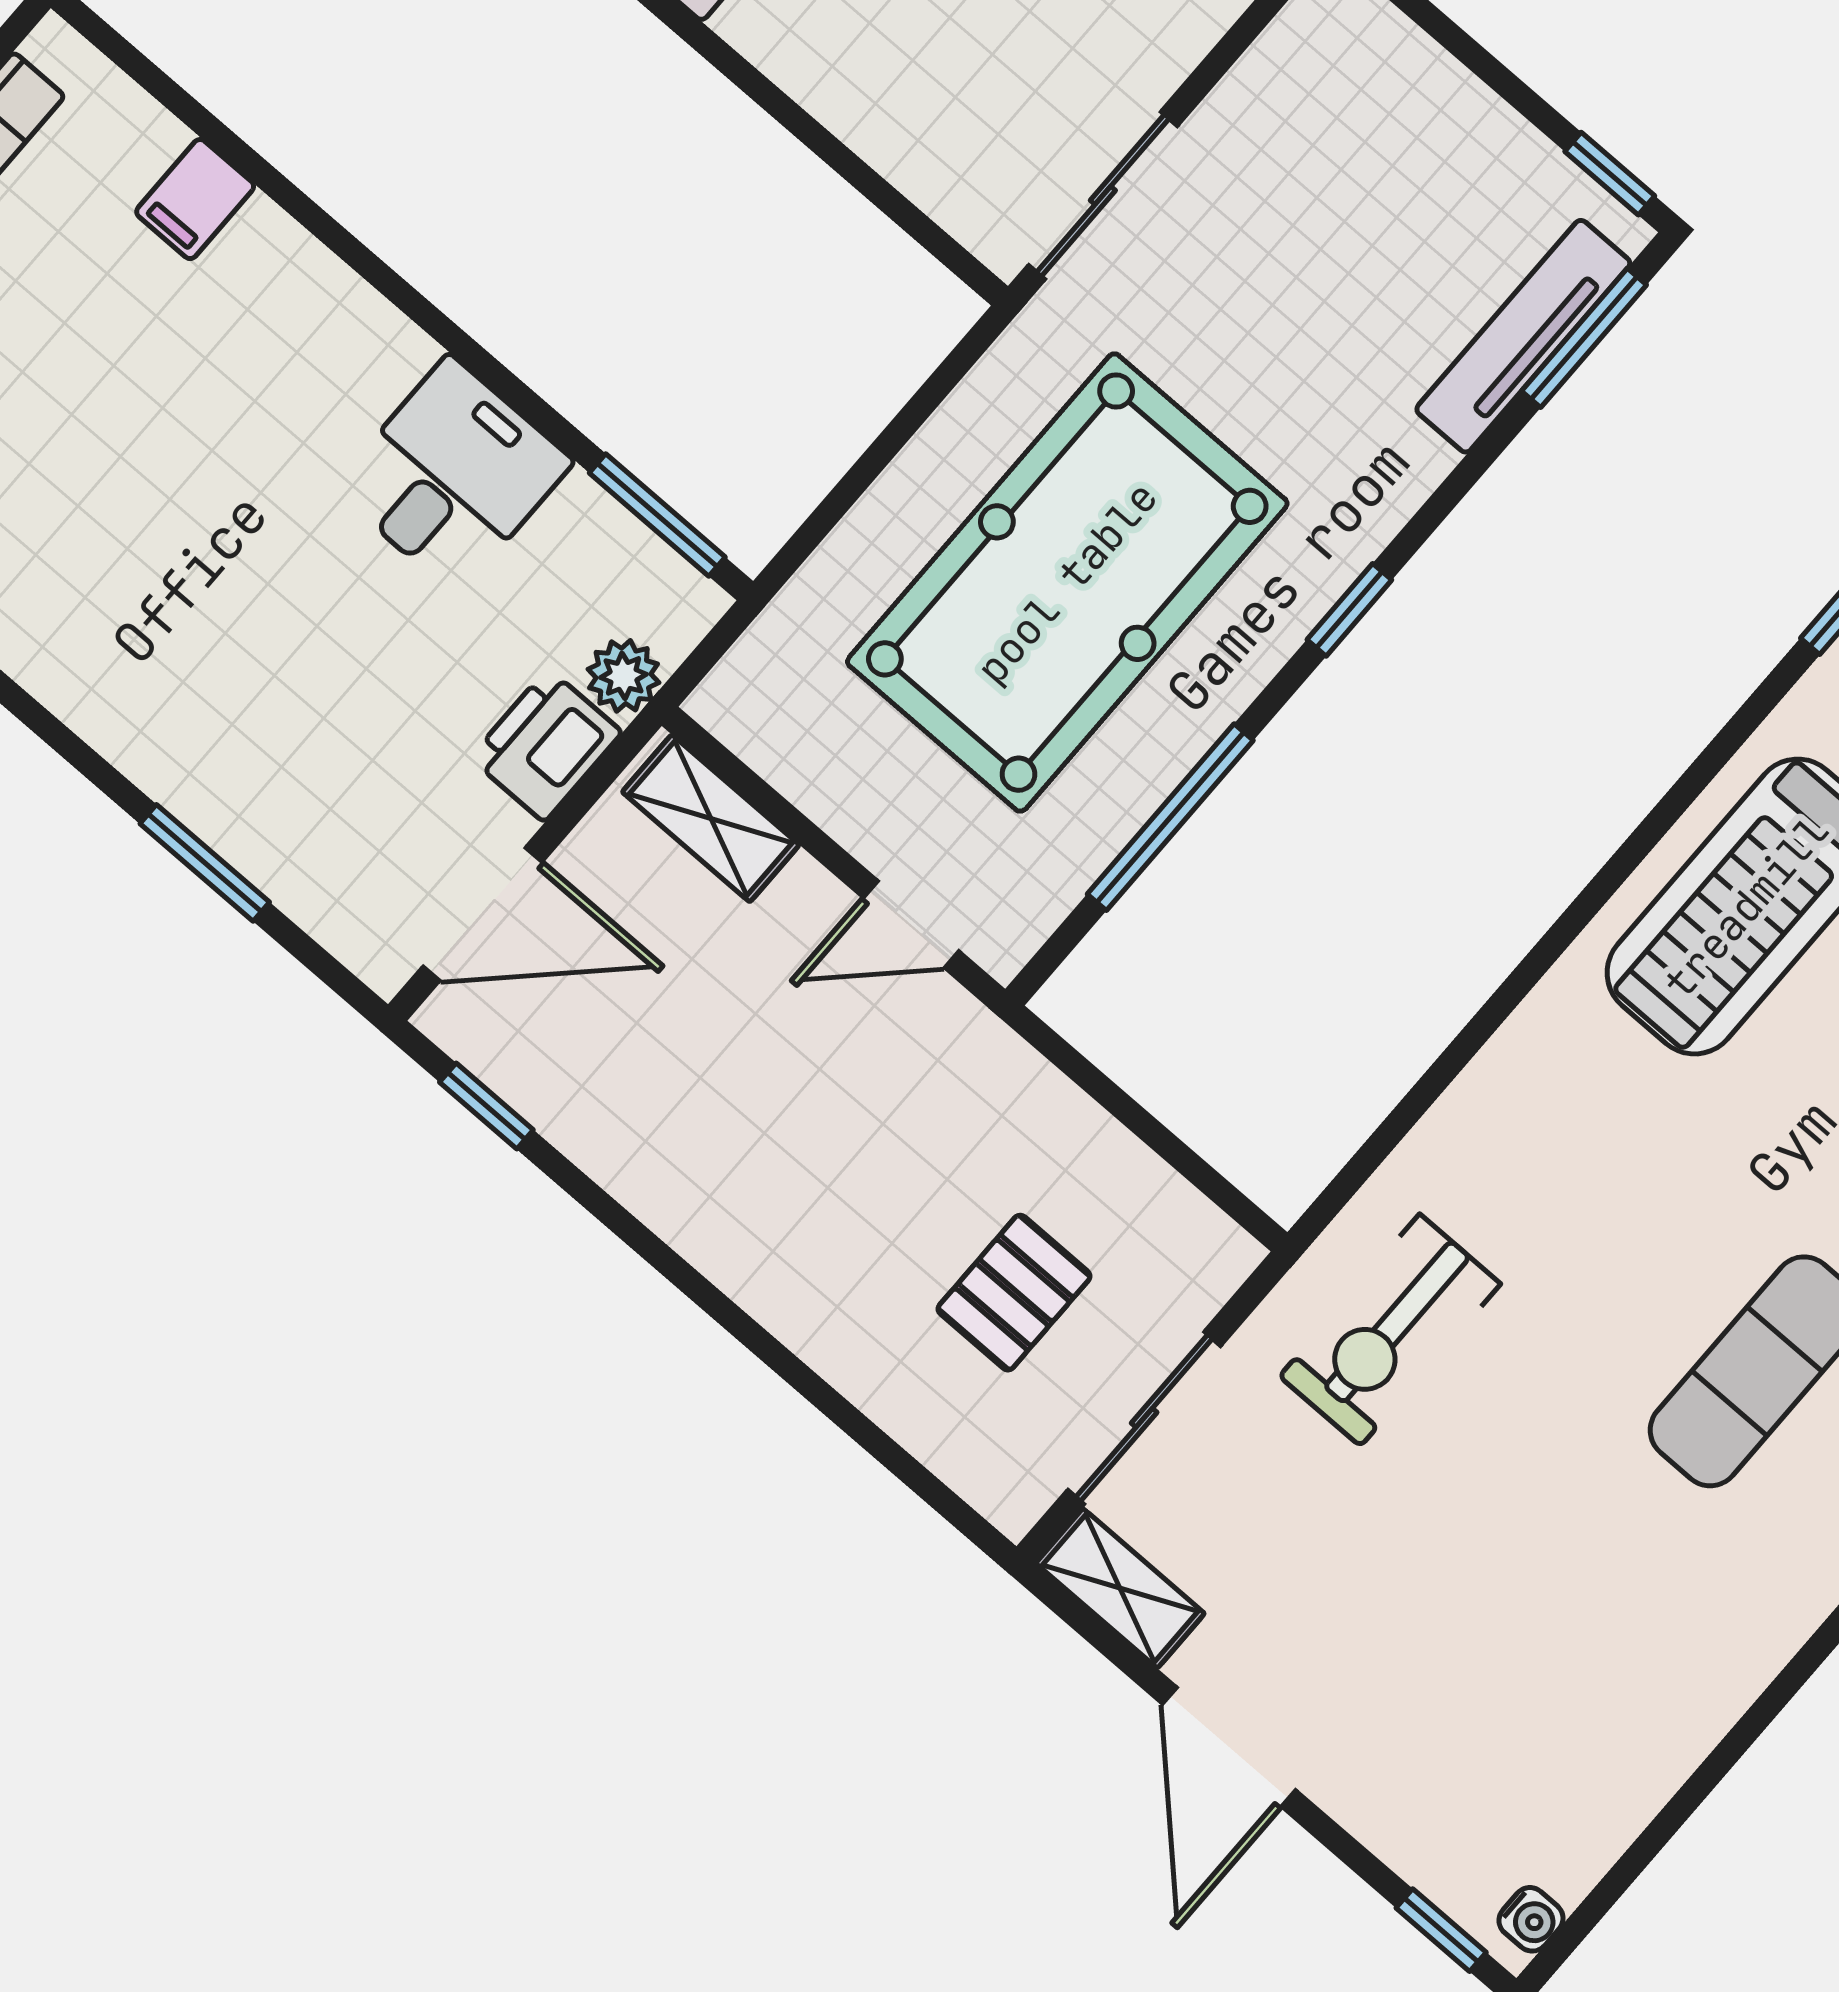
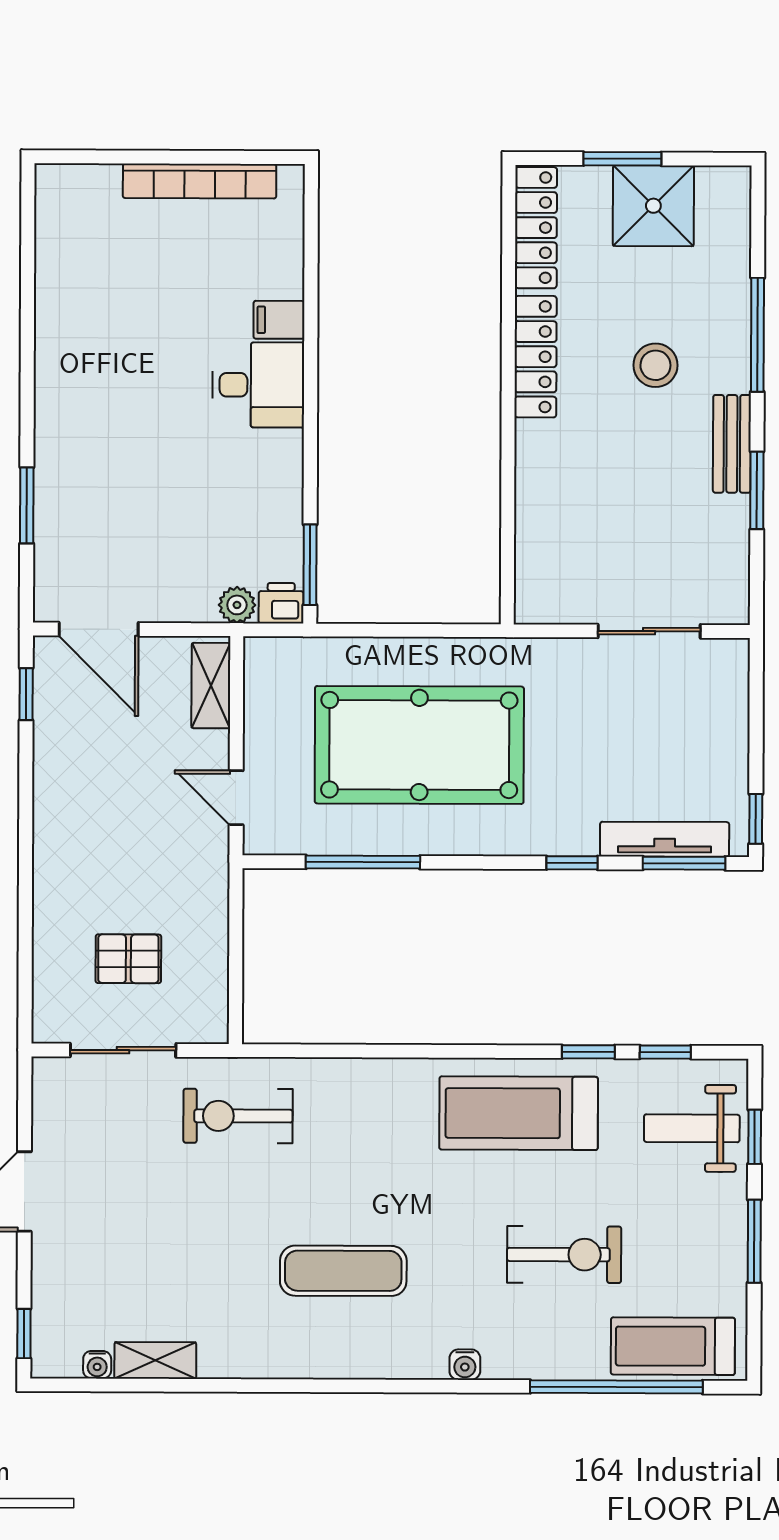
sliding door: (1103, 195) -> (649, 631), moved
filing cabinet: (195, 199) -> (279, 320), moved
desk: (453, 475) -> (258, 385), moved
window: (1349, 610) -> (572, 863), moved
window: (1744, 723) -> (588, 1052), added
printer: (546, 745) -> (281, 603), moved, width x0.73, depth x0.81
shelving: (1120, 1588) -> (155, 1360), moved, turned 90
water cooler: (1531, 1919) -> (97, 1365), moved

